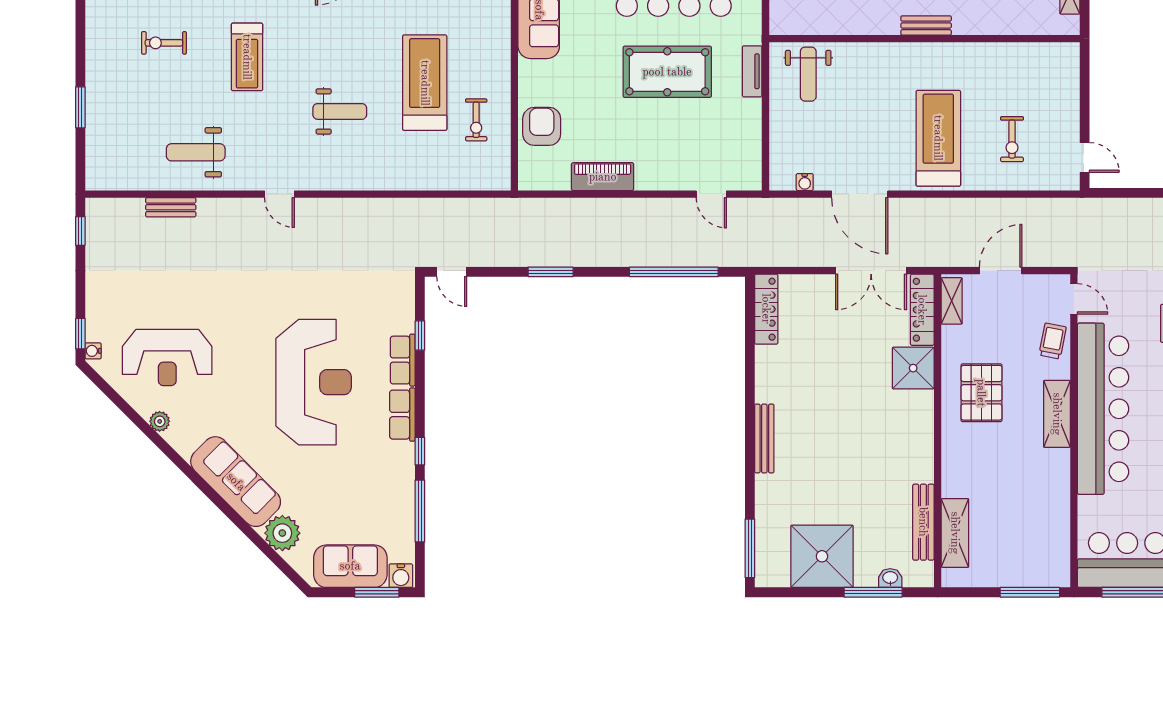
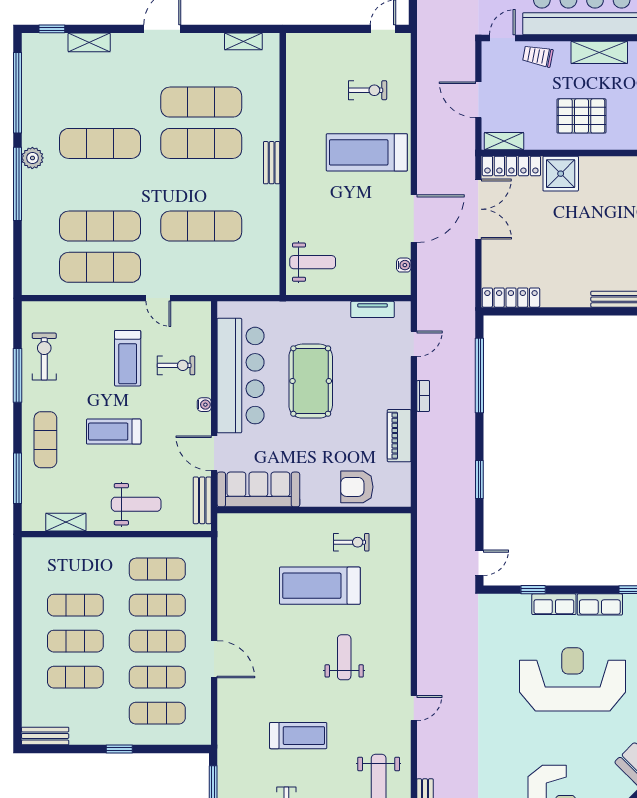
tv unit: (752, 71) -> (373, 309), moved
bookcase: (650, 205) -> (423, 396), added

